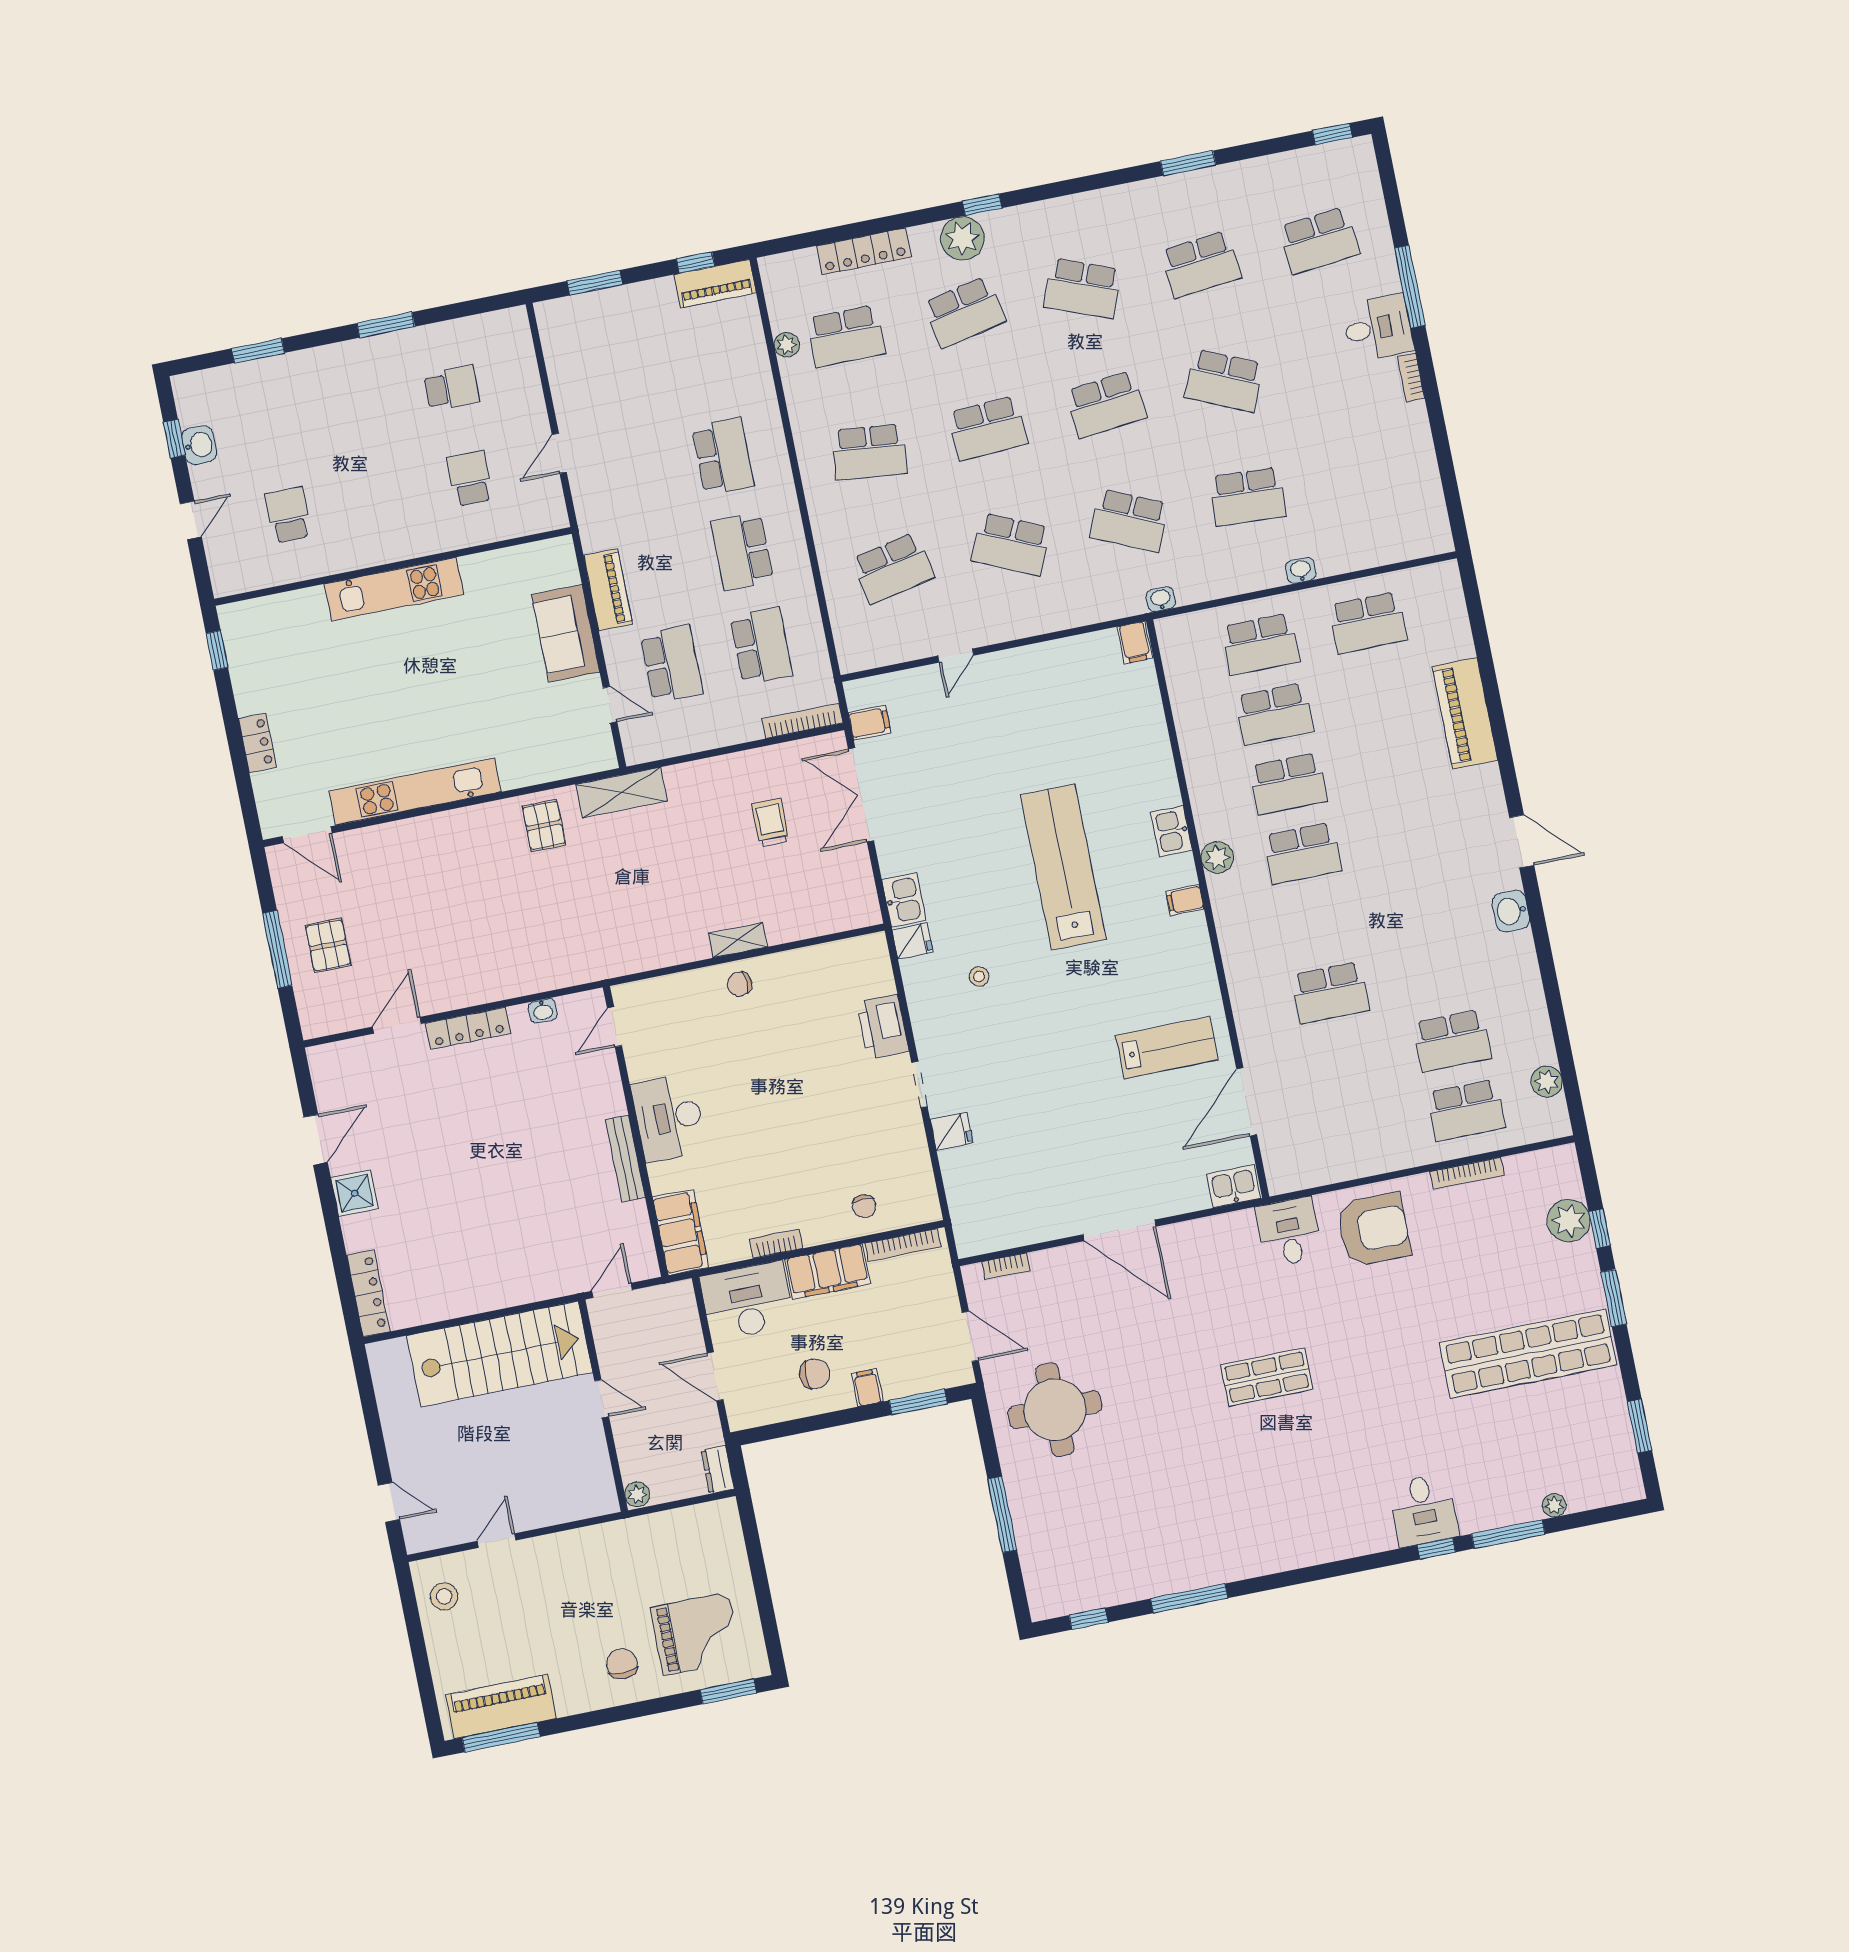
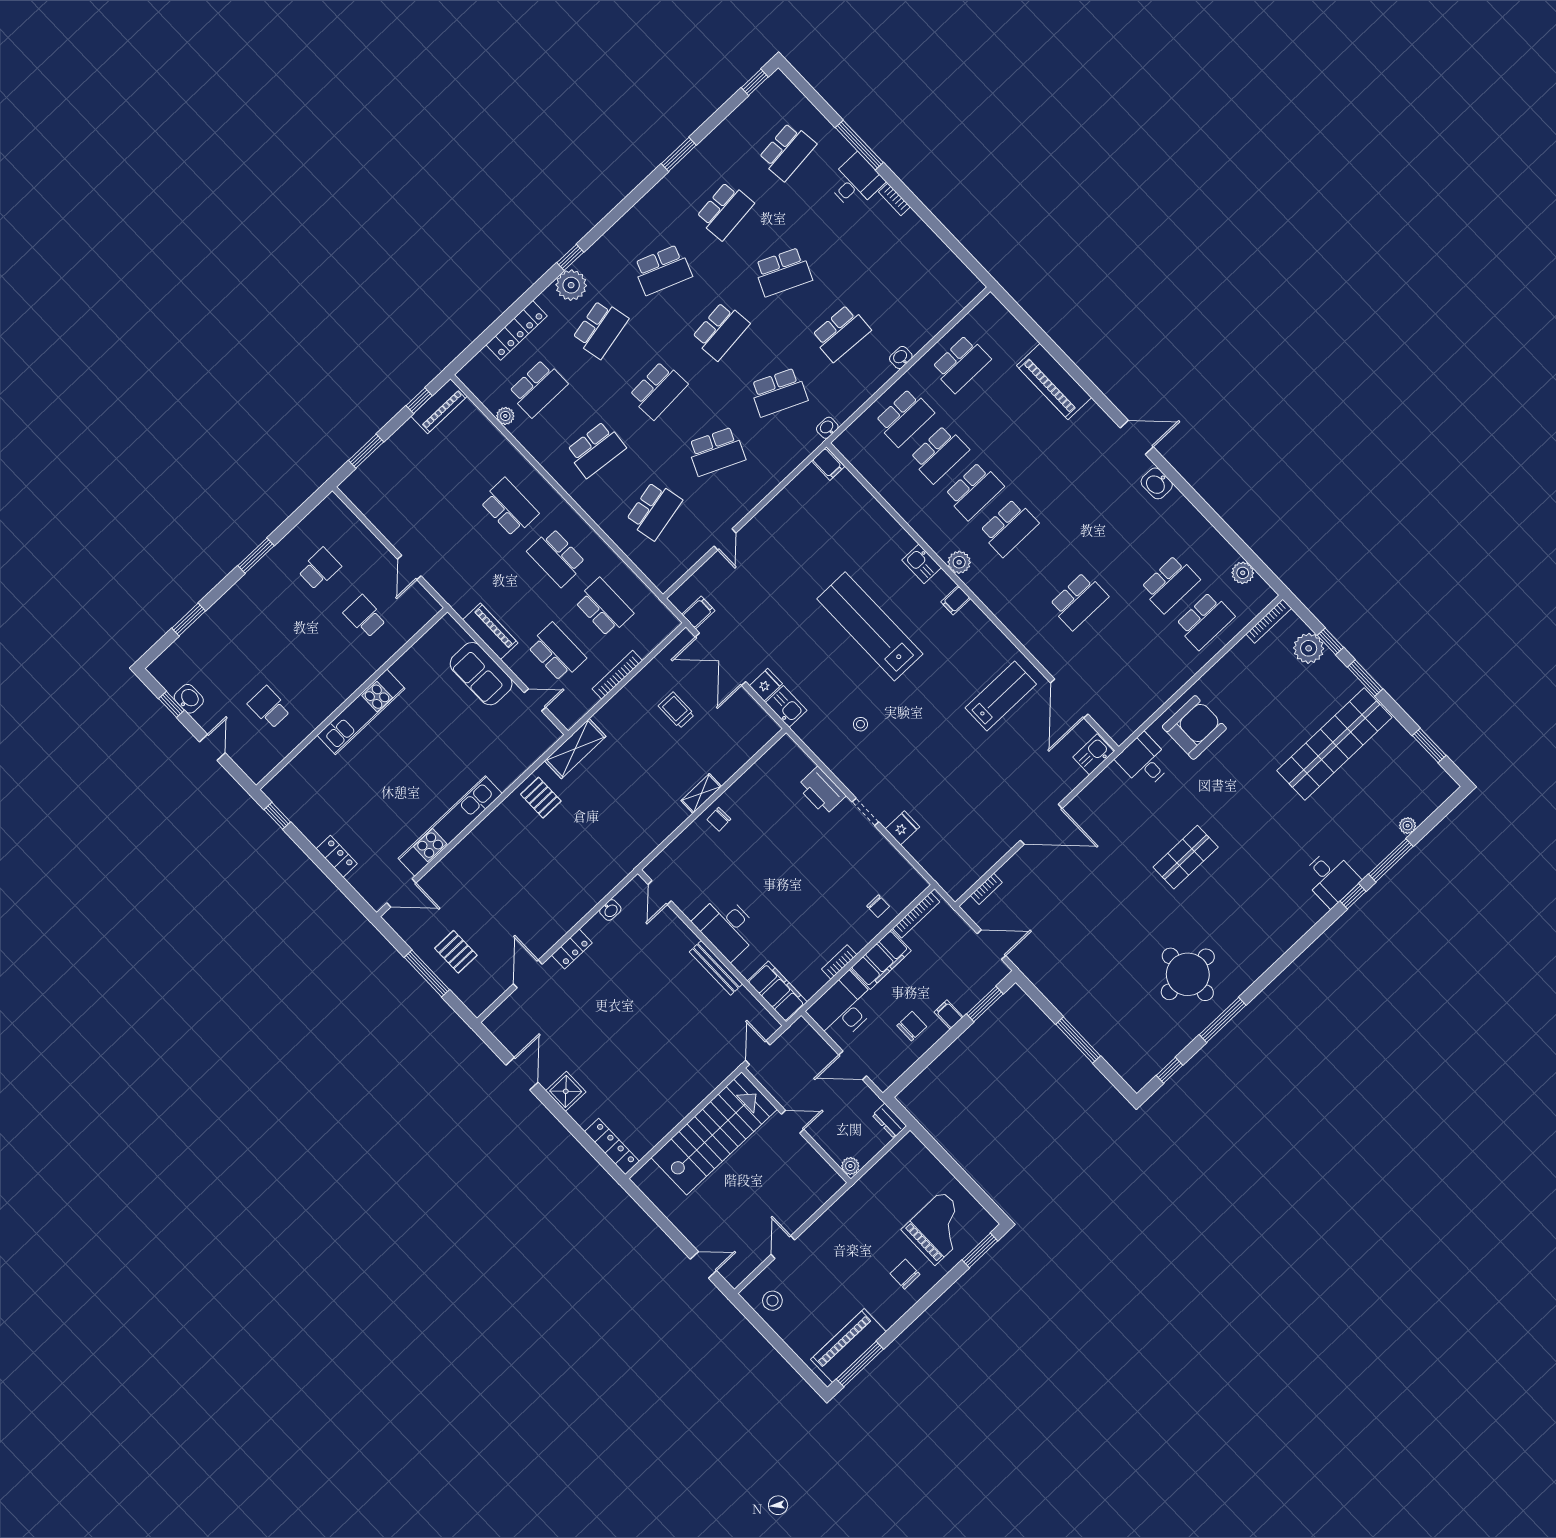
bookcase: (802, 721) -> (617, 675), moved
fridge: (912, 941) -> (766, 685), moved
locker: (468, 1028) -> (572, 949), width x0.66
bookcase: (1467, 1173) -> (1269, 621), moved
round table: (1055, 1410) -> (1188, 974), moved

